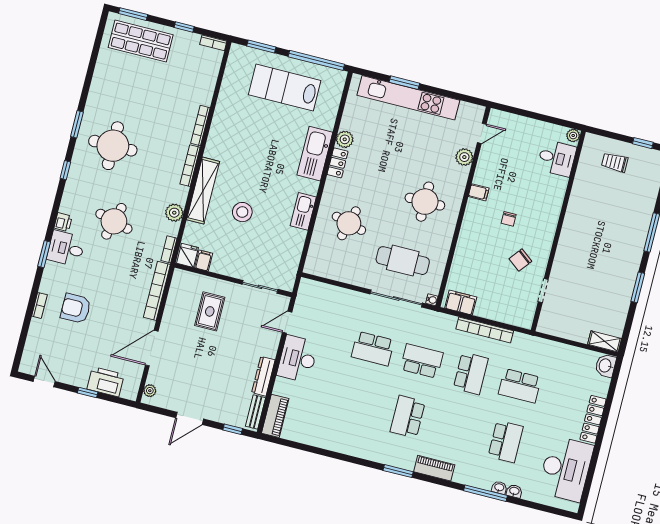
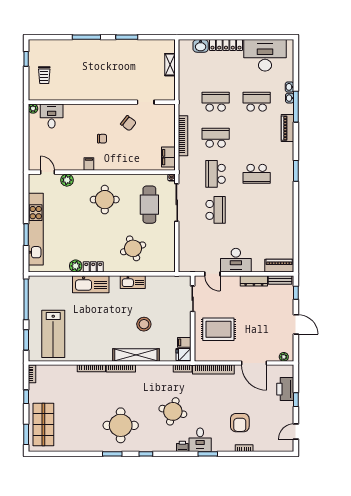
lab bench: (285, 88) -> (53, 334), moved
plant: (174, 213) -> (156, 371), removed
round table: (349, 223) -> (133, 248), turned -35
rug: (210, 311) -> (218, 329), width x1.36, depth x1.43
shelving: (605, 341) -> (170, 65), moved
washbasin: (605, 366) -> (201, 46), moved
school desk: (520, 386) -> (216, 102), turned -90
piano: (434, 468) -> (288, 128), moved

